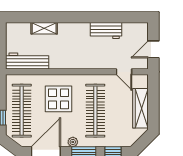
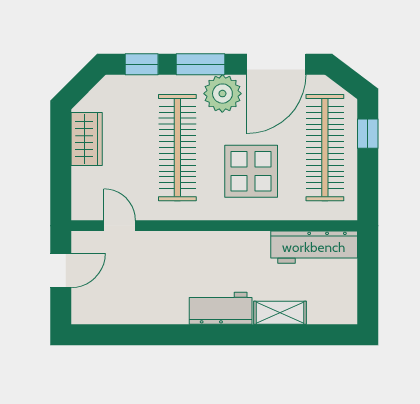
workbench: (106, 31) -> (221, 308), moved
wardrobe: (140, 108) -> (87, 139), width x0.67
plant: (73, 142) -> (222, 94), width x1.88, depth x1.88

